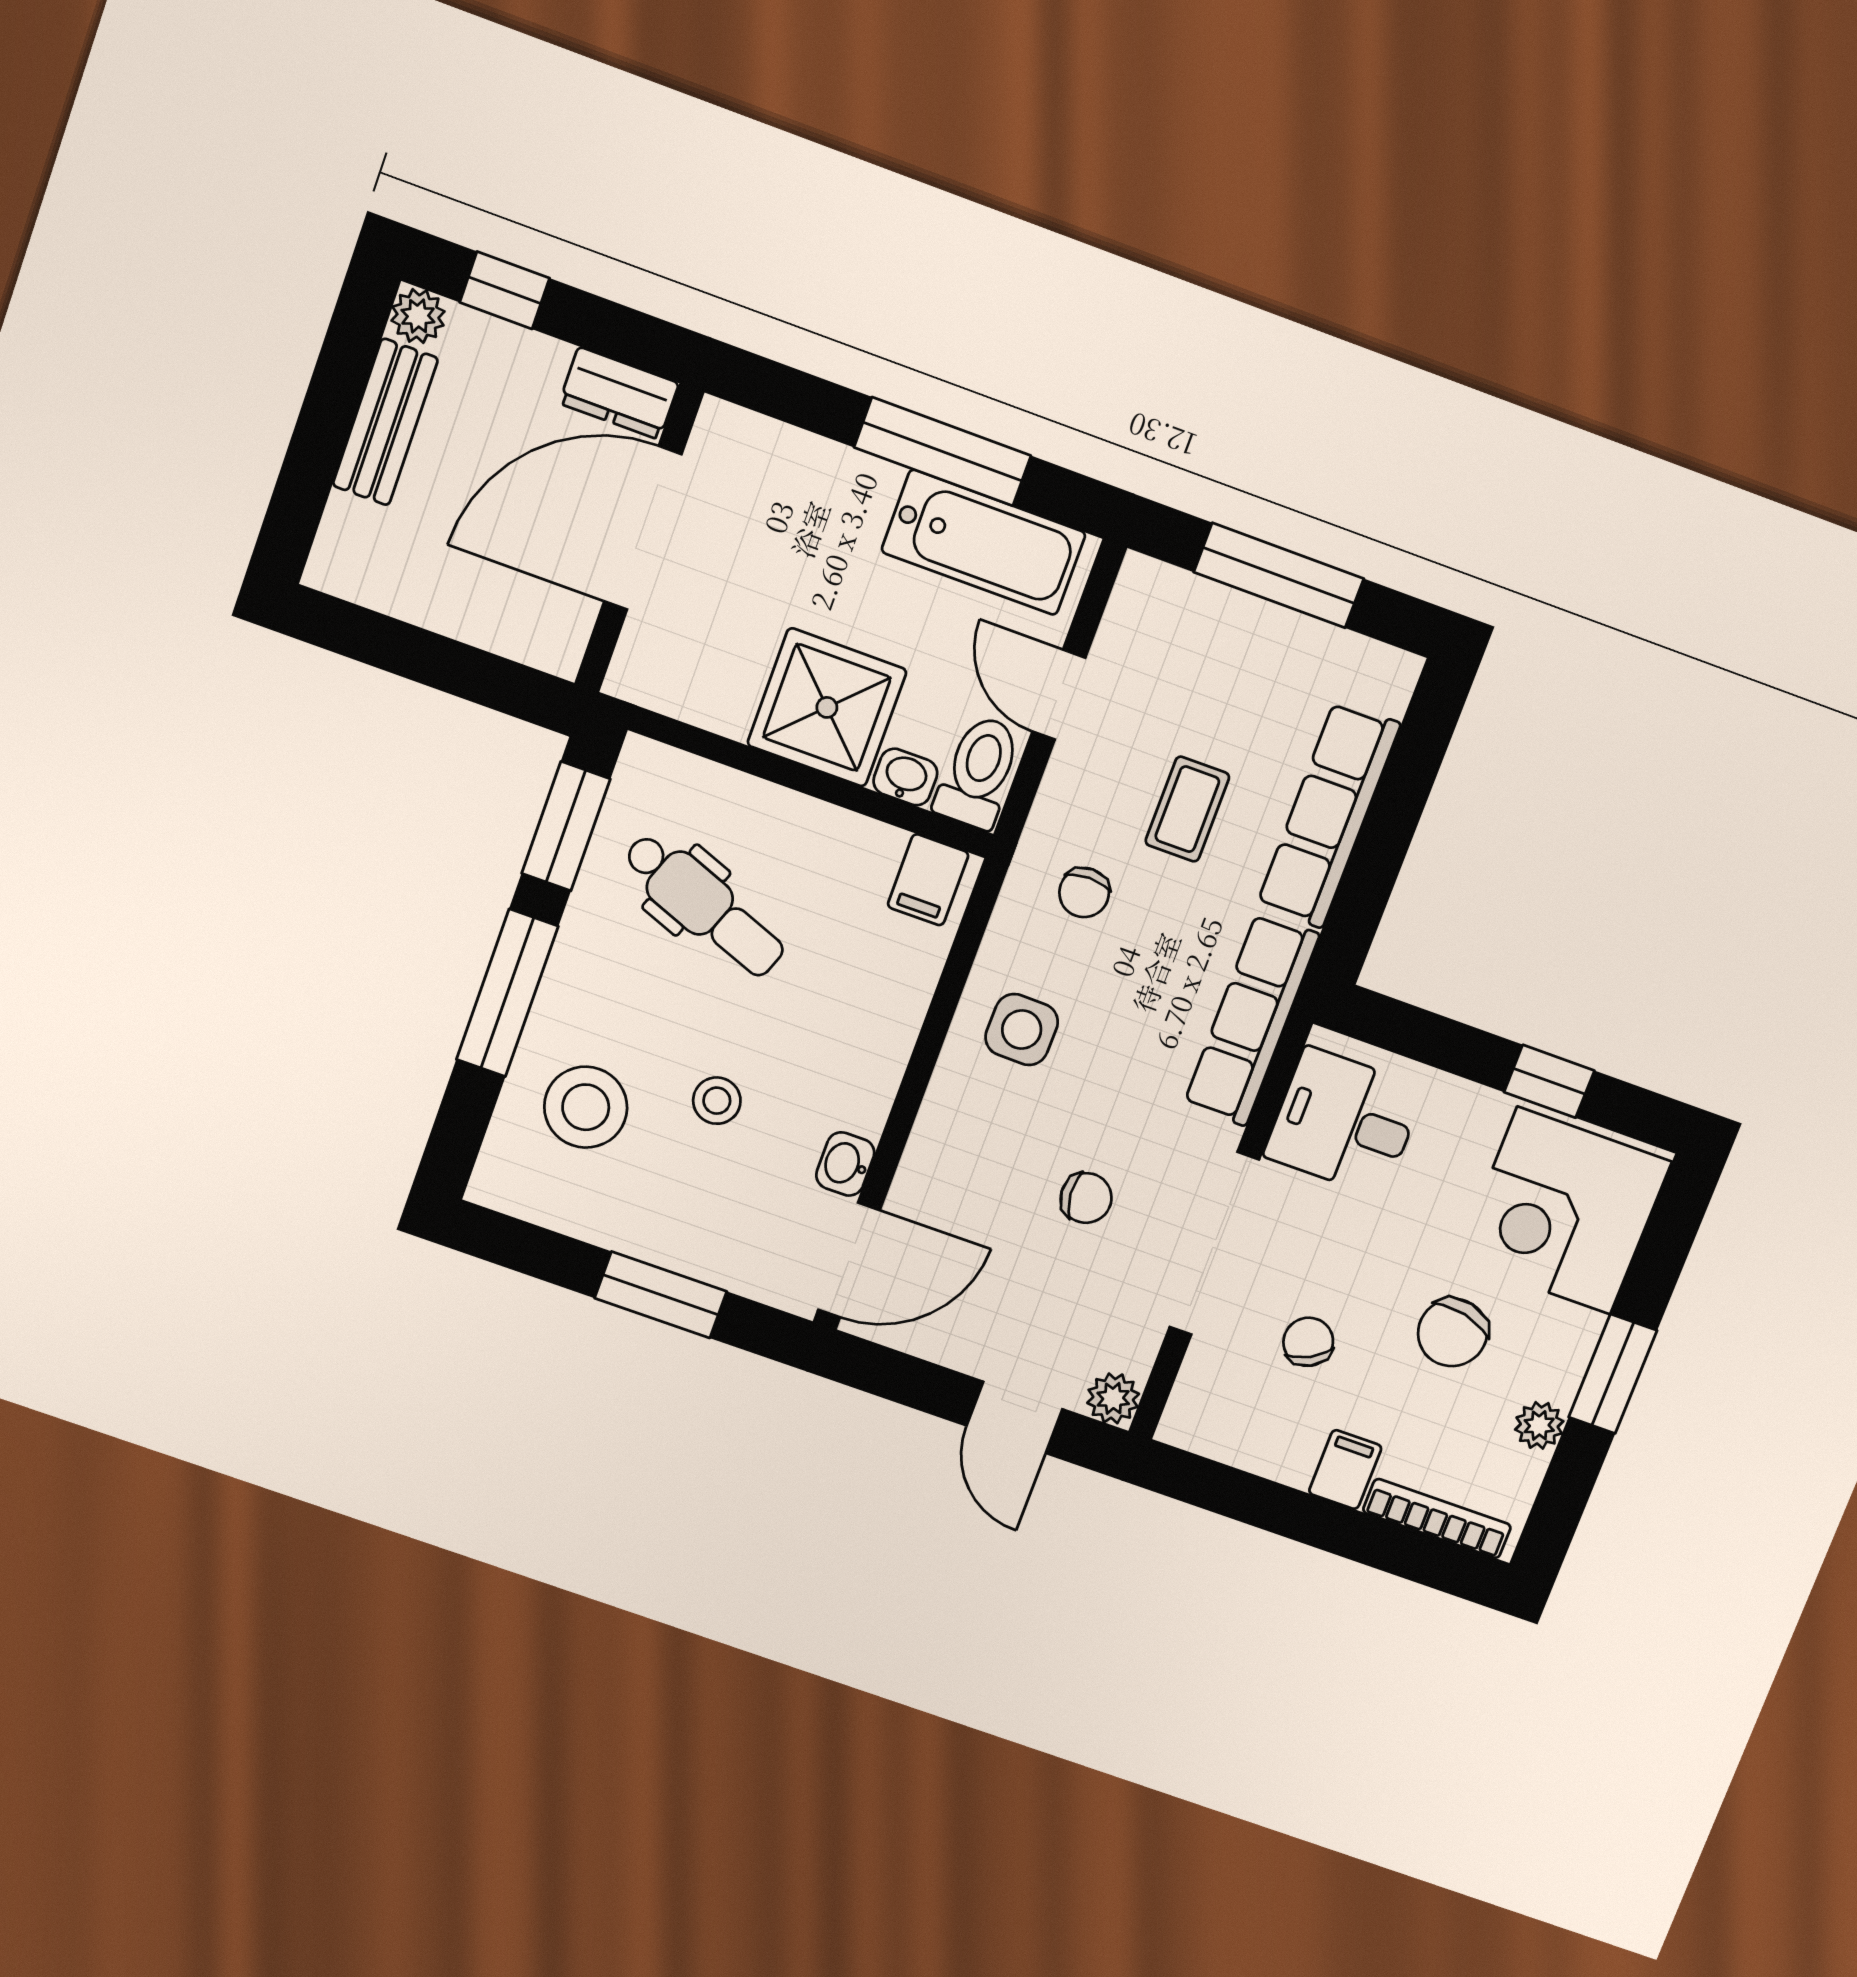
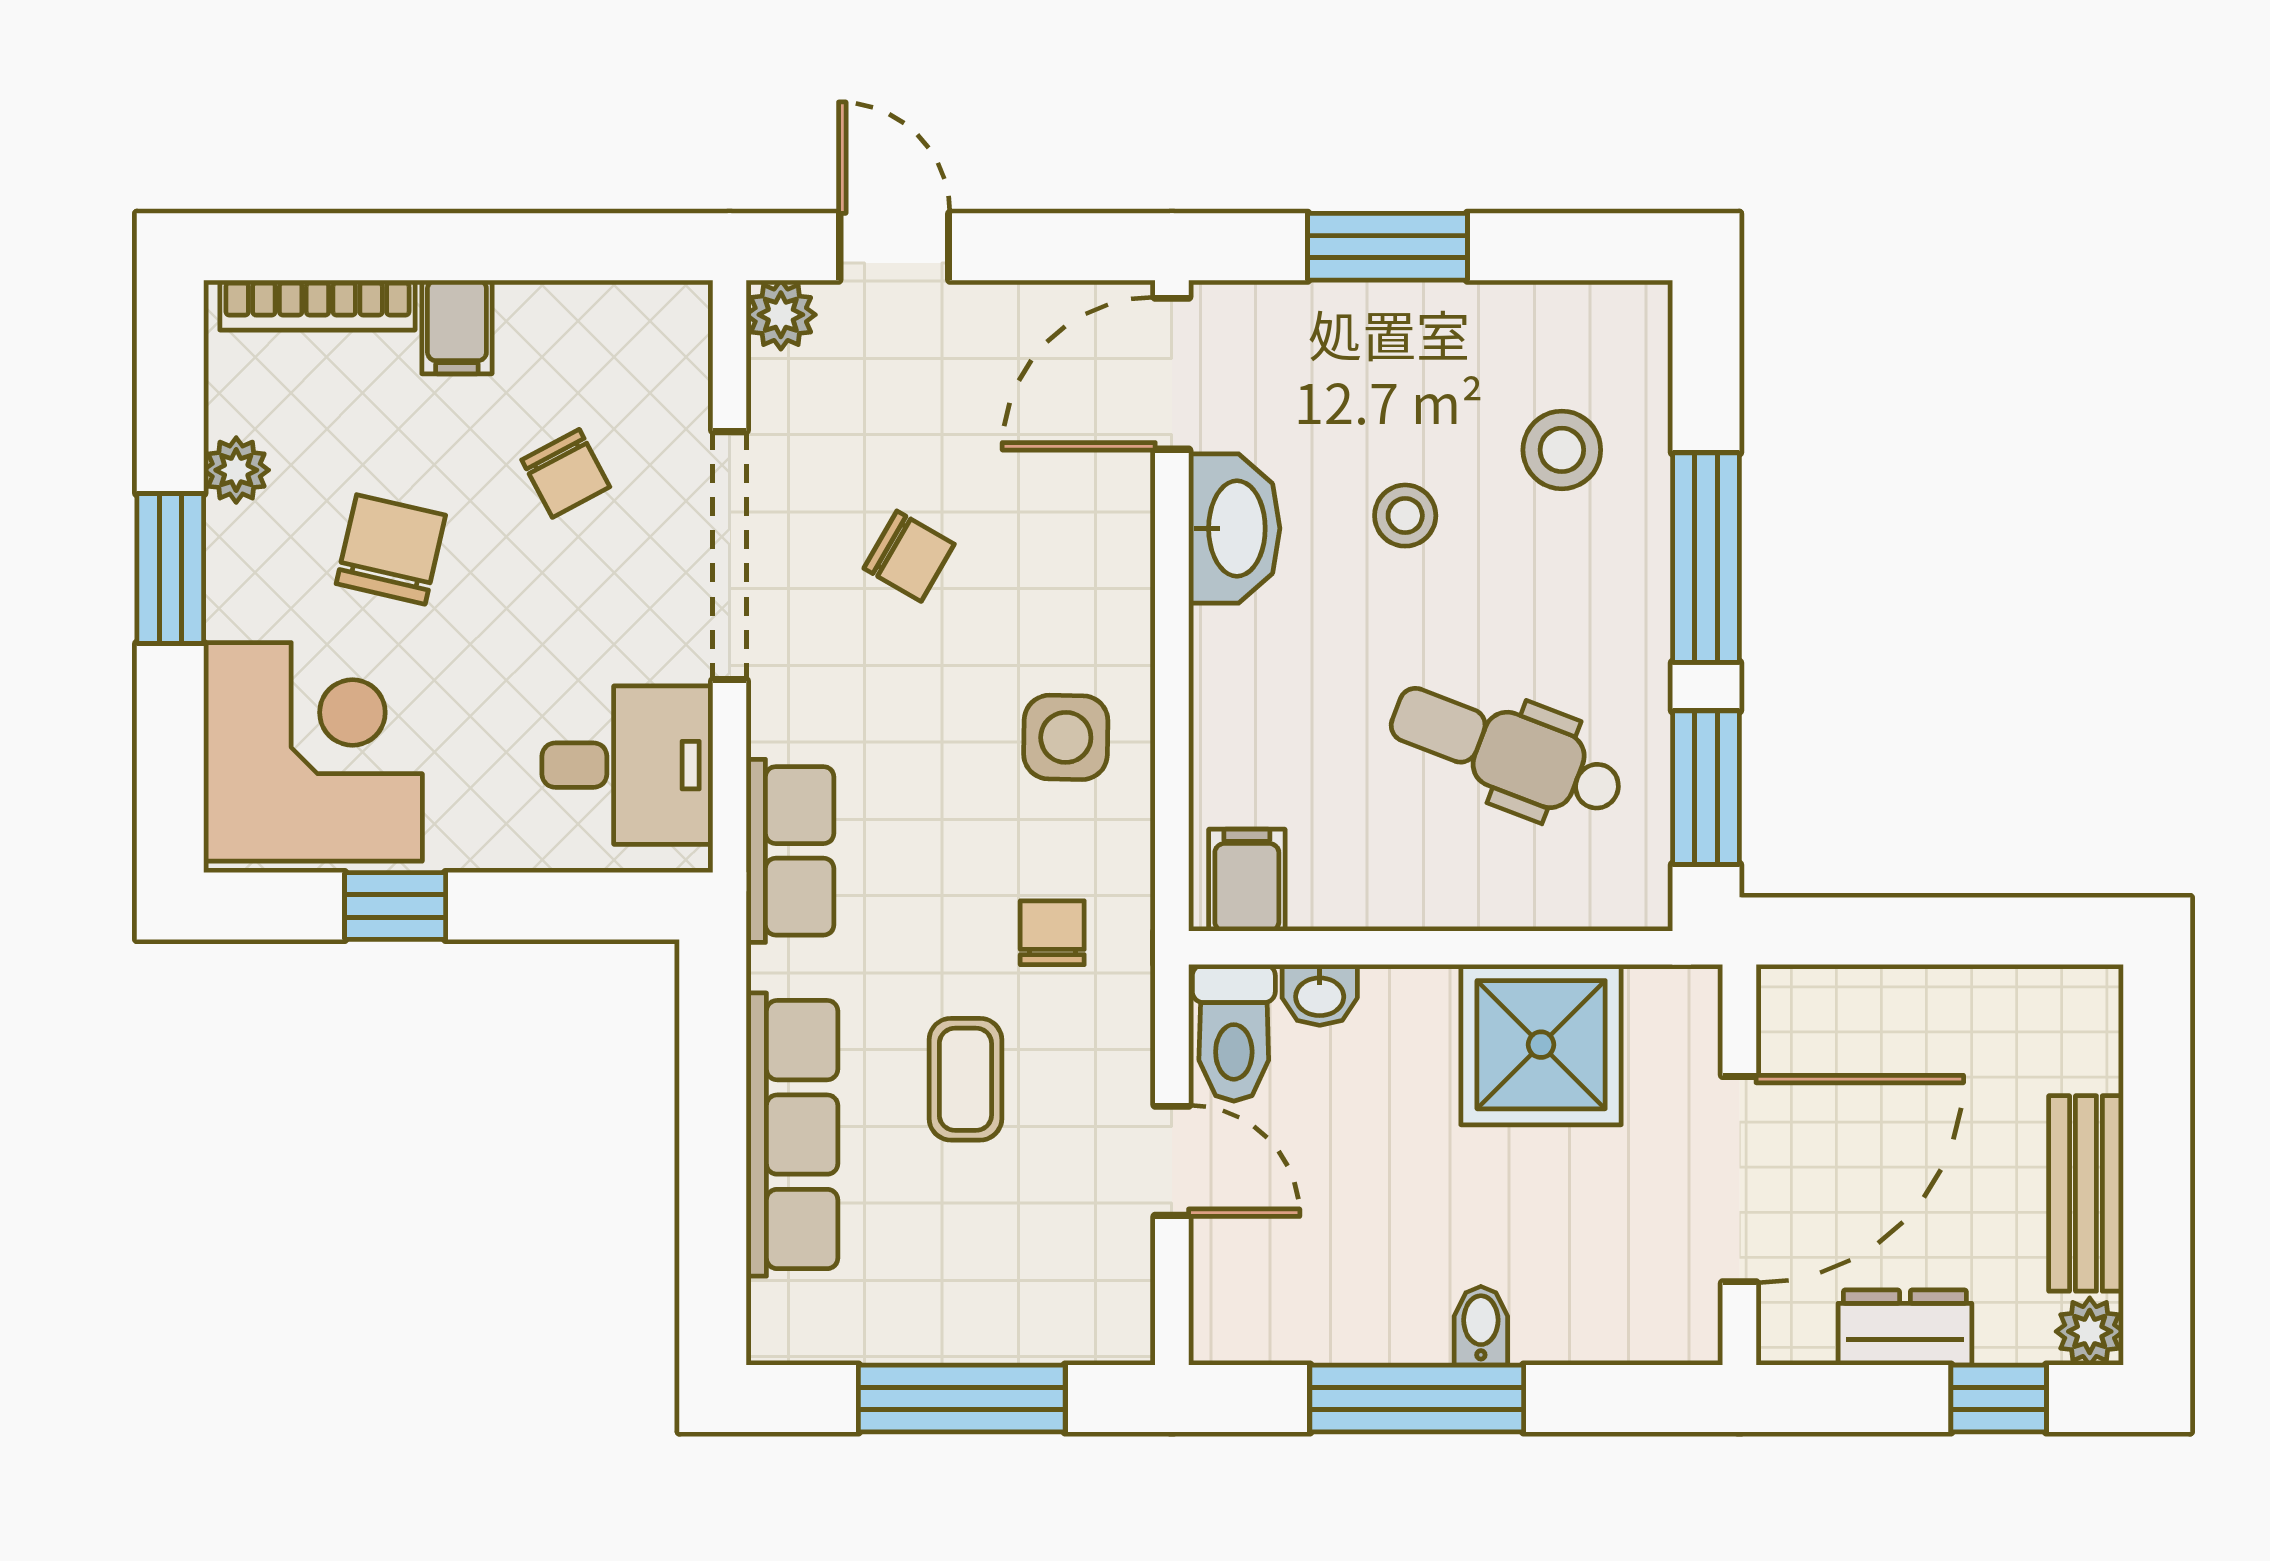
dresser: (619, 393) -> (1905, 1327), moved
bidet: (875, 489) -> (1481, 1326), added
bathtub: (983, 542) -> (1329, 1309), removed
shower: (827, 707) -> (1541, 1045), moved
row of seats: (1251, 1019) -> (790, 851), width x0.68
stool: (586, 1107) -> (1562, 450), width x0.73, depth x0.73
washbasin: (845, 1164) -> (1234, 528), width x1.91, depth x1.45
chair: (1086, 1198) -> (909, 556), turned -145

